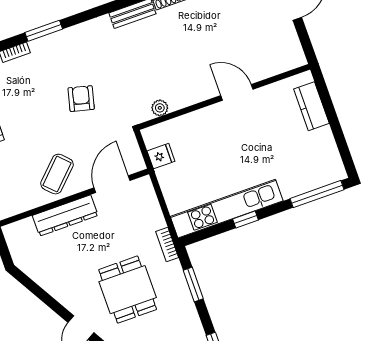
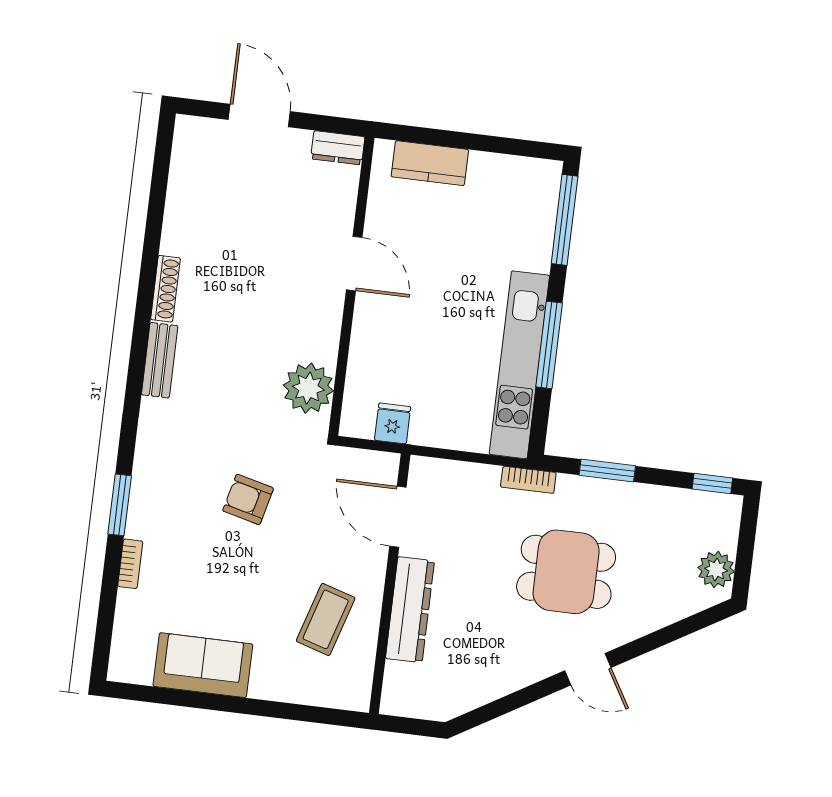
dresser: (295, 52) -> (338, 148), added
door: (237, 92) -> (354, 264), swing flipped
plant: (160, 108) -> (308, 388), width x1.88, depth x1.88
coffee table: (57, 174) -> (326, 619), moved, turned 62
window: (245, 219) -> (549, 345), width x2.17

